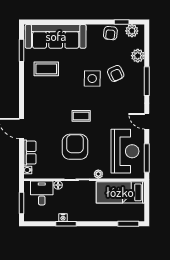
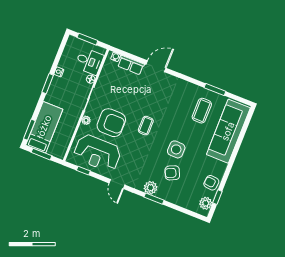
window: (22, 50) -> (215, 90), moved
plant: (138, 56) -> (151, 188), moved
window: (147, 81) -> (154, 199), width x0.69
door: (147, 121) -> (117, 184), swing flipped
armchair: (75, 147) -> (111, 123), moved
window: (147, 158) -> (83, 171), width x0.46
bed: (120, 192) -> (44, 127), moved
window: (147, 203) -> (41, 154), added
window: (66, 224) -> (48, 84), moved

